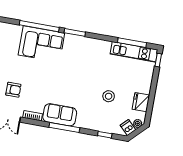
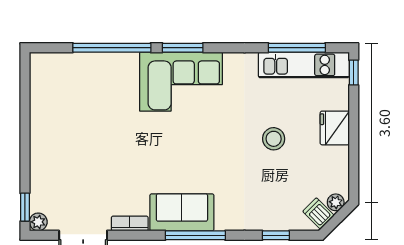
corner sofa: (41, 44) -> (181, 82), moved
armchair: (13, 90) -> (84, 180), removed
stool: (109, 96) -> (274, 139), moved
fridge: (141, 102) -> (335, 128), moved

